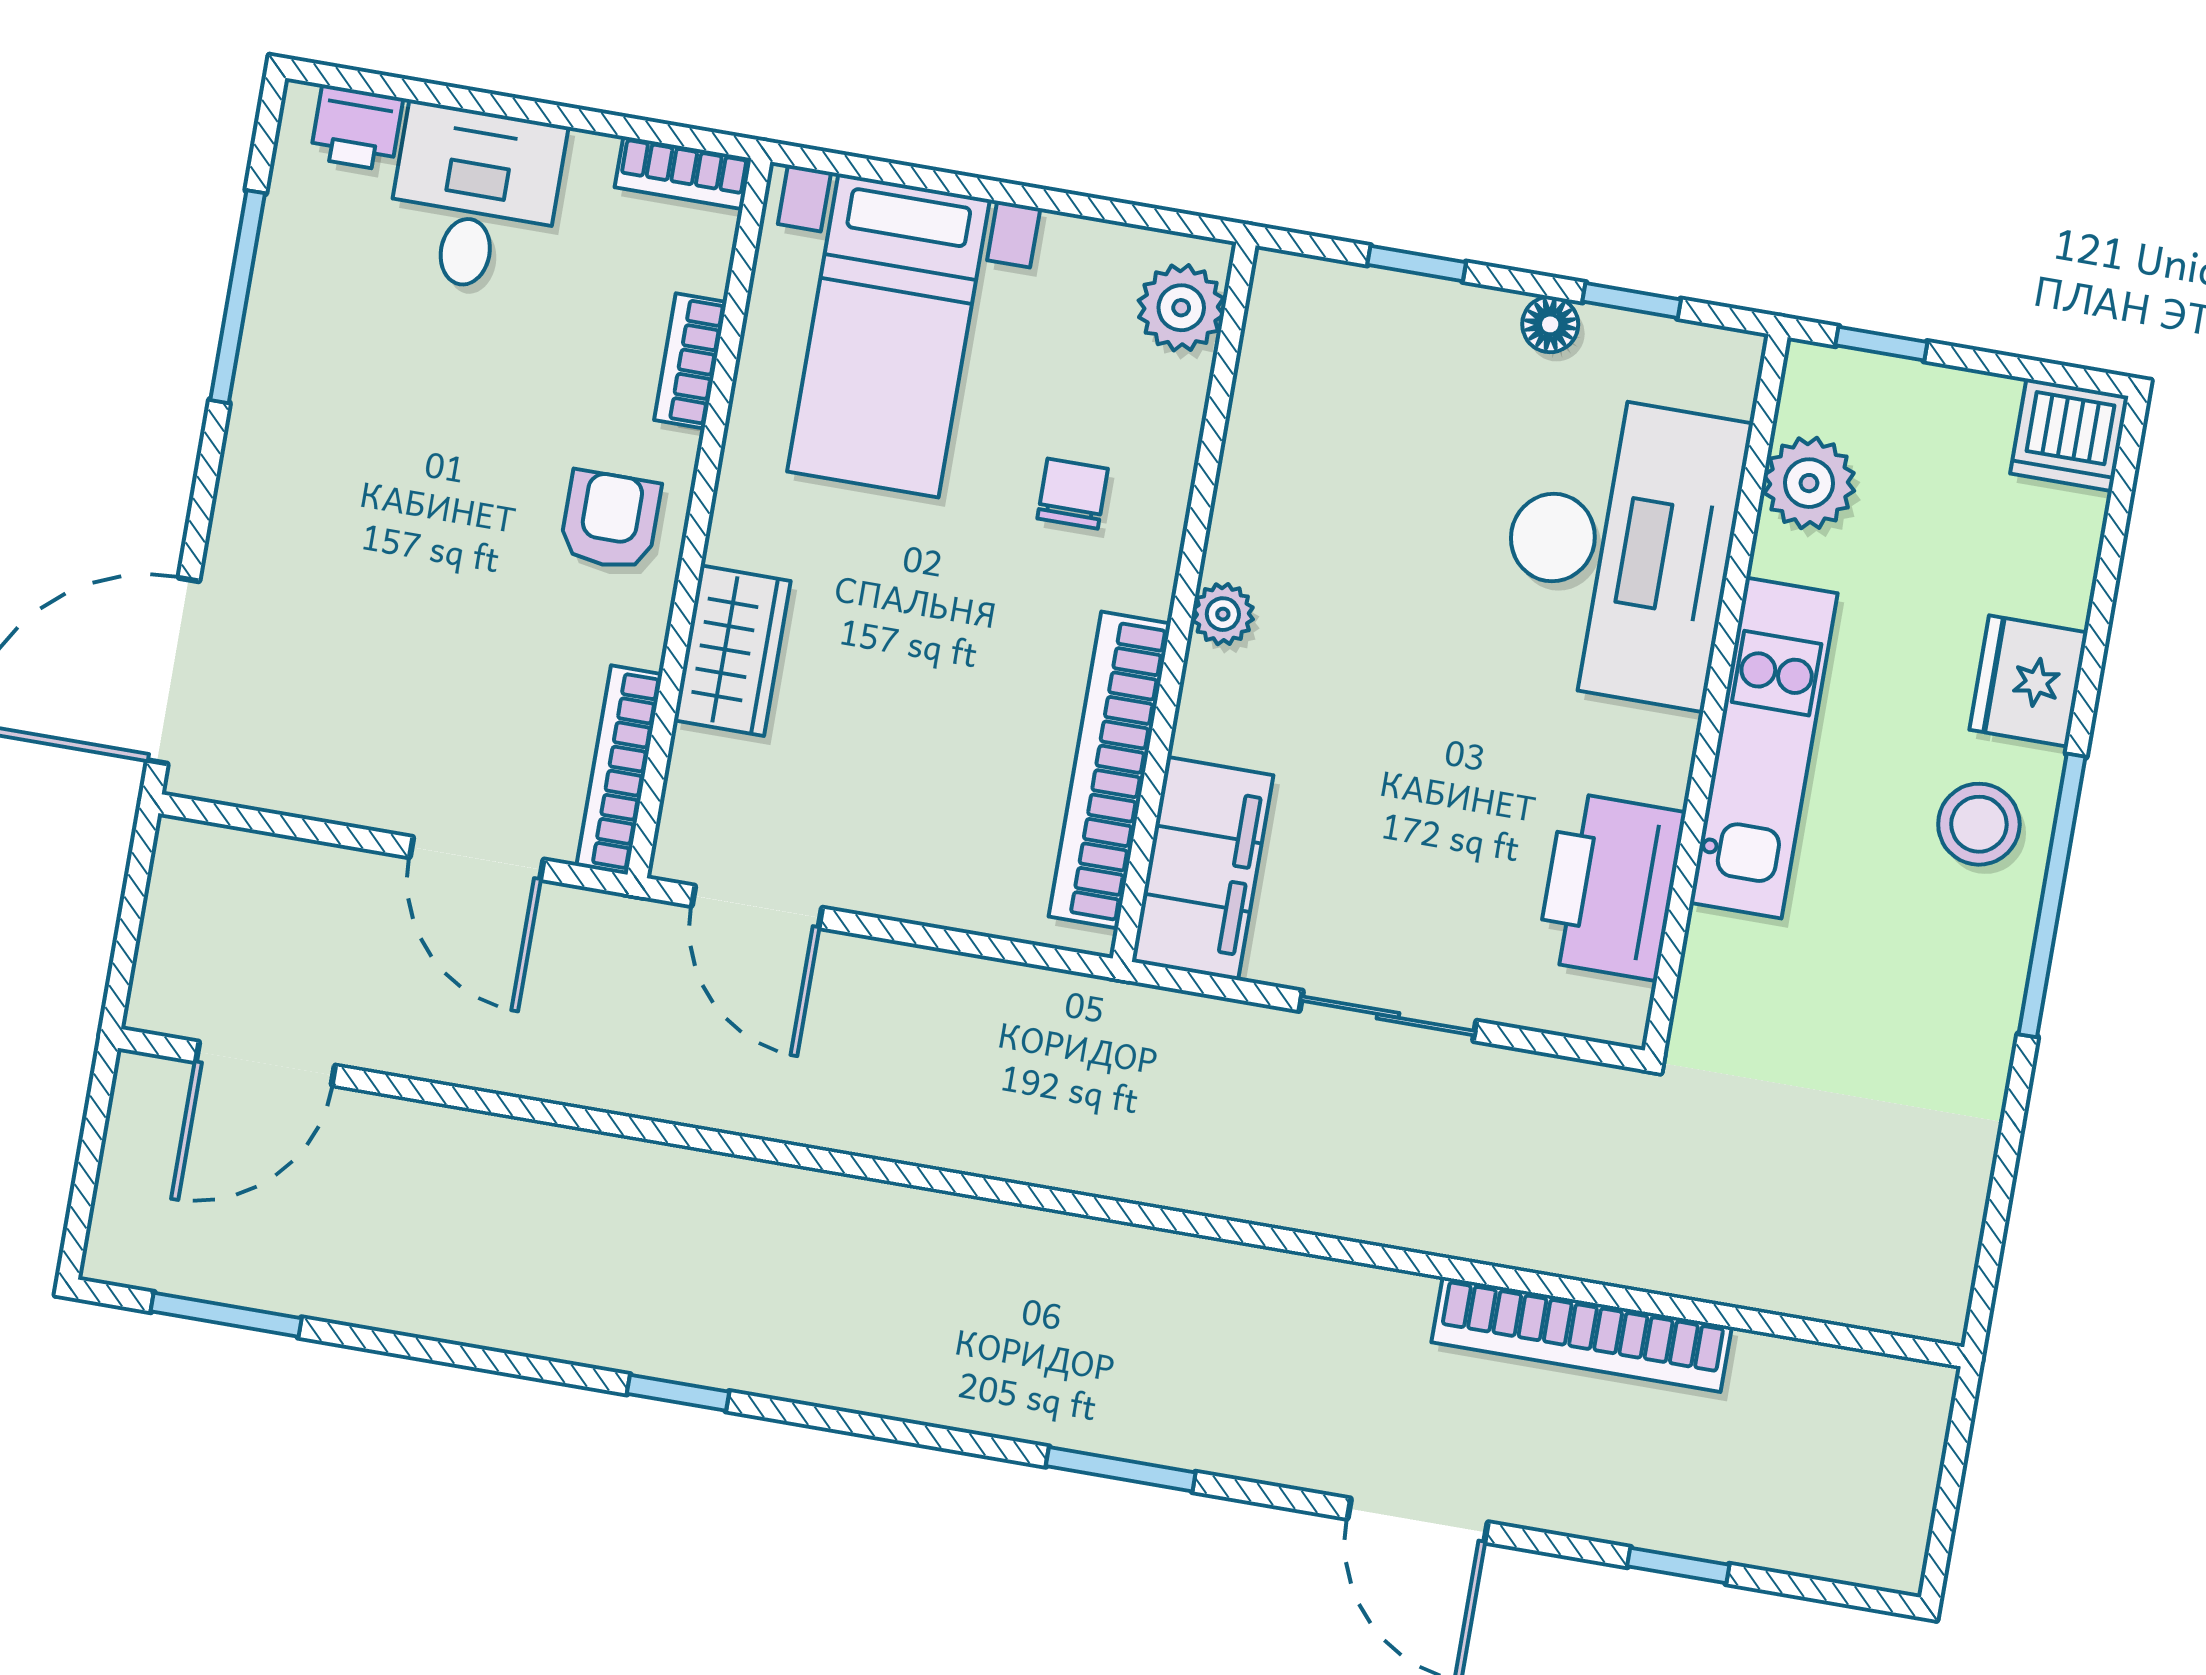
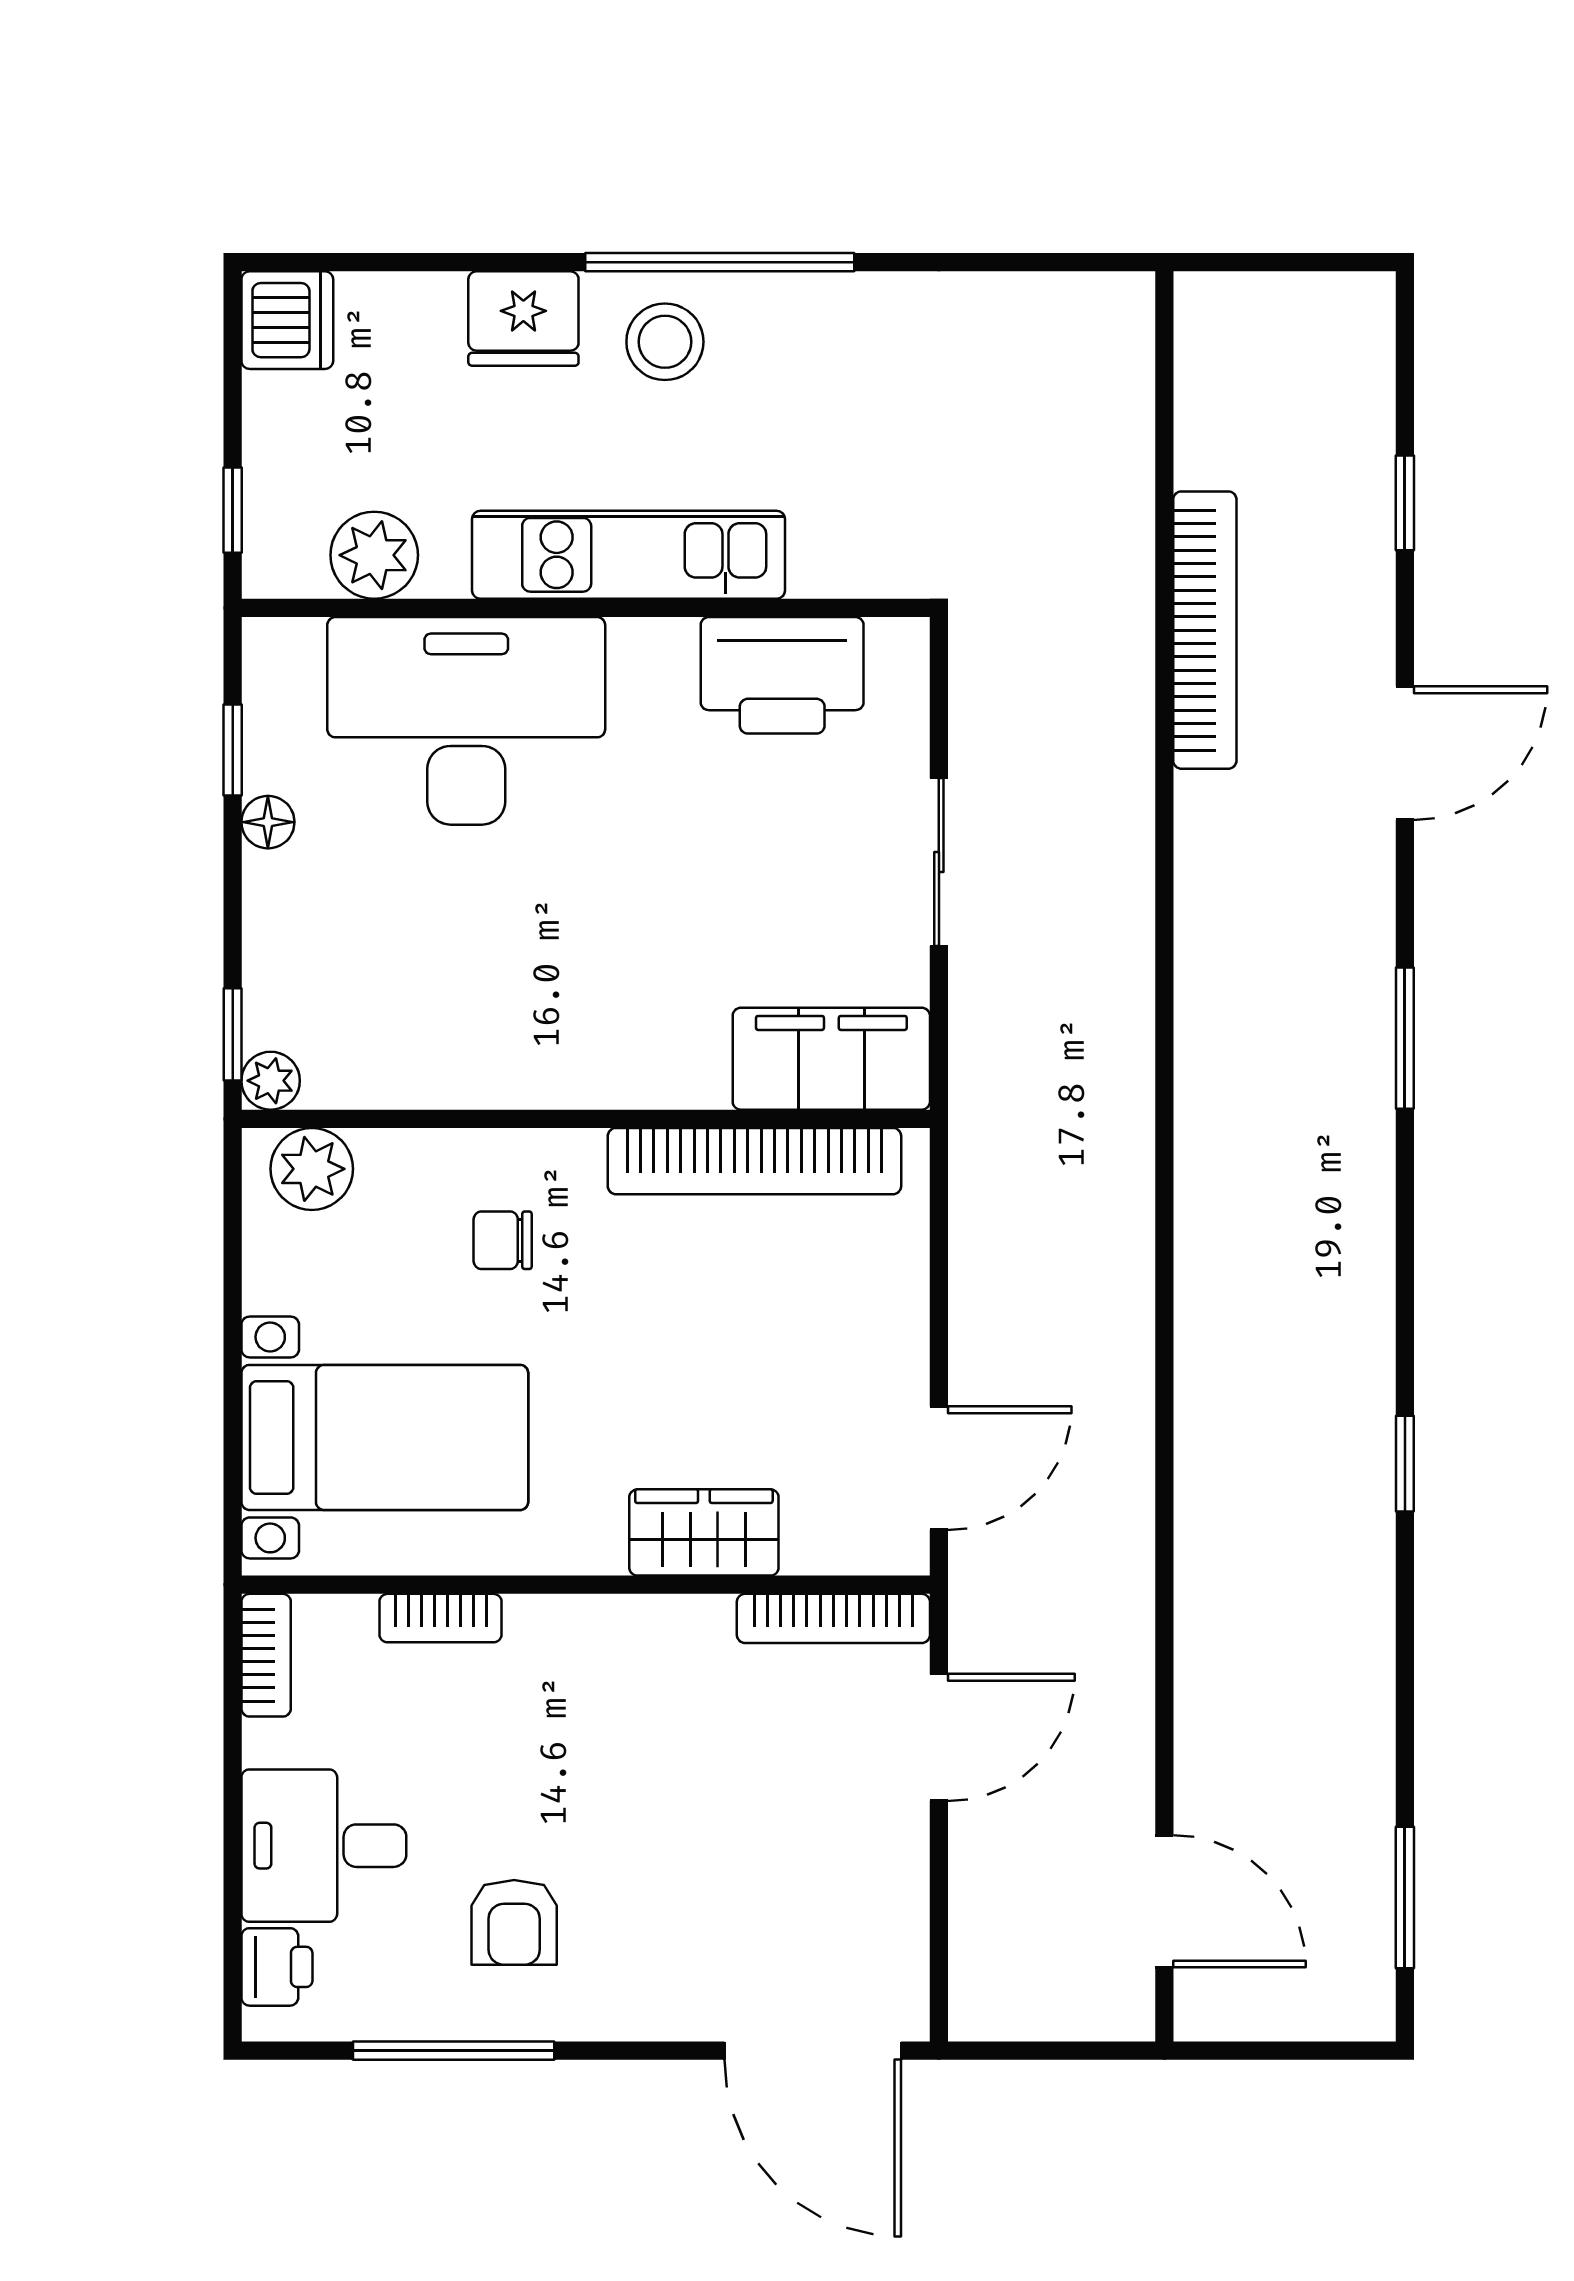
window: (1417, 263) -> (233, 1034), moved
armchair: (610, 520) -> (514, 1922), moved, turned -90
plant: (1223, 614) -> (271, 1081), moved

